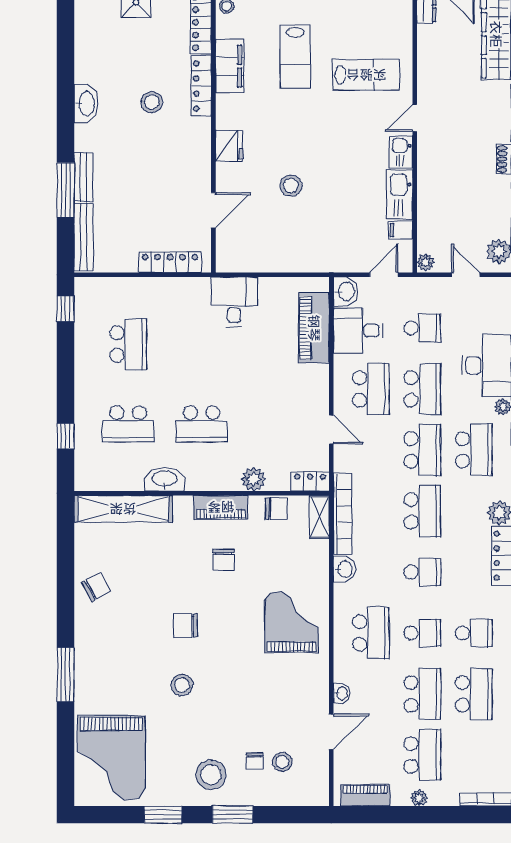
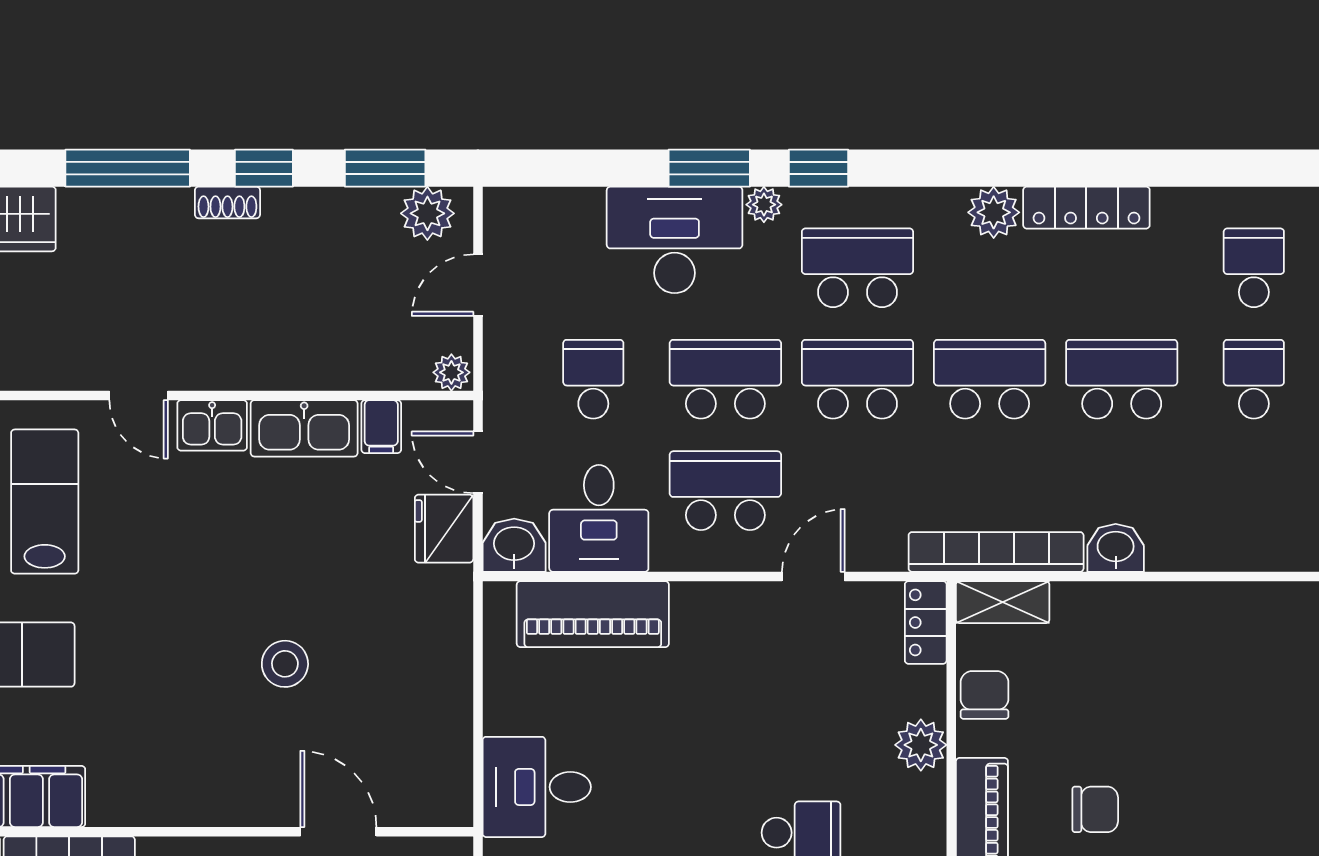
fridge: (229, 146) -> (444, 529), moved, turned -90
school desk: (422, 572) -> (1122, 379), width x1.85
grand piano: (292, 622) -> (1231, 662), removed
school desk: (371, 633) -> (1254, 491), removed

